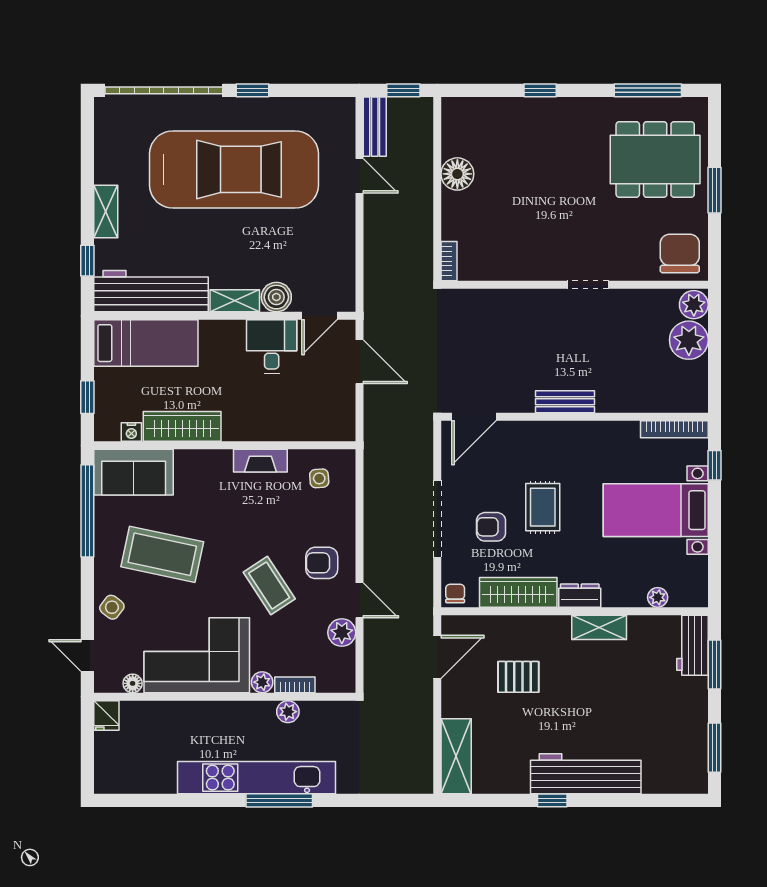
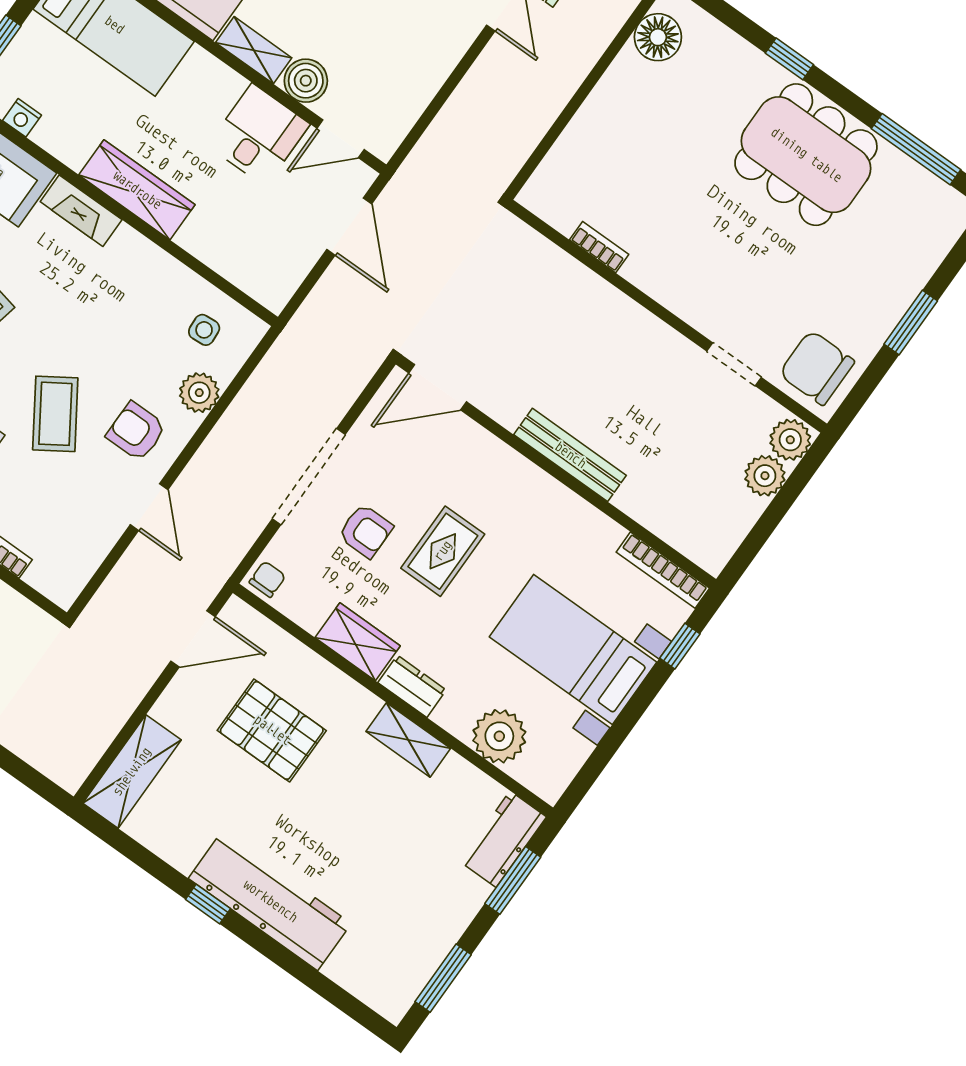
dining table: (655, 159) -> (806, 155), moved
floor lamp: (457, 174) -> (658, 37), moved
chair: (680, 253) -> (817, 368), turned -90
bookcase: (449, 261) -> (599, 247), moved, turned -90
doorway: (588, 285) -> (734, 364), moved
plant: (689, 340) -> (765, 476), width x0.73, depth x0.73
bench: (565, 402) -> (570, 455), width x1.36
wardrobe: (182, 426) -> (137, 190), moved
fireplace: (260, 461) -> (81, 211), moved
armchair: (491, 527) -> (365, 531), turned 180
wardrobe: (518, 592) -> (358, 642), width x0.67
plant: (658, 597) -> (499, 736), width x1.88, depth x1.88
plant: (342, 633) -> (199, 393), moved
pallet: (518, 677) -> (272, 730), width x1.50, depth x1.42

